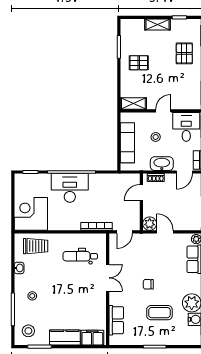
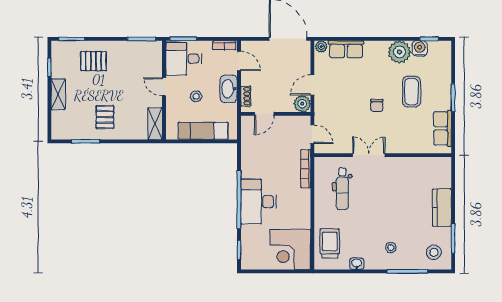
door: (141, 193) -> (264, 114), hinge flipped
row of seats: (116, 320) -> (443, 128), moved, turned -90
filing cabinet: (92, 338) -> (442, 174), removed

